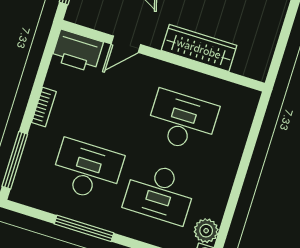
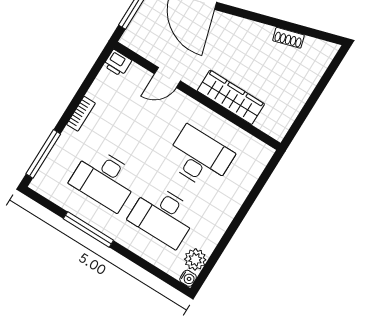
printer: (77, 51) -> (118, 63), width x0.53, depth x0.68
desk: (87, 170) -> (105, 179), turned 180

